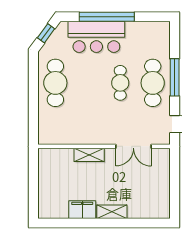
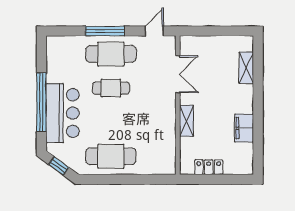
locker: (45, 176) -> (209, 167), added
shelving: (112, 212) -> (246, 68), moved

